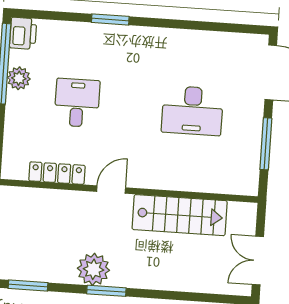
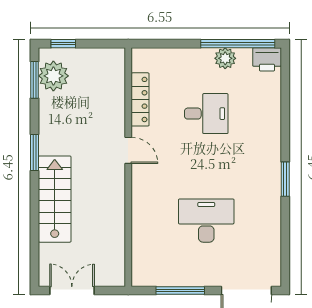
window: (110, 19) -> (285, 179), moved
desk: (192, 111) -> (206, 221), turned 90
stairs: (180, 215) -> (55, 199), moved, turned 180
plant: (93, 269) -> (53, 76), moved

